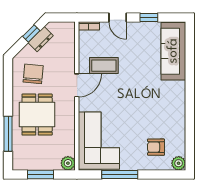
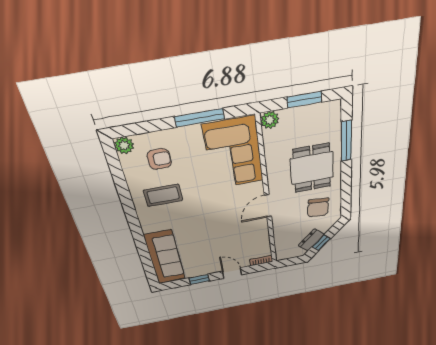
coffee table: (104, 66) -> (163, 195), moved

